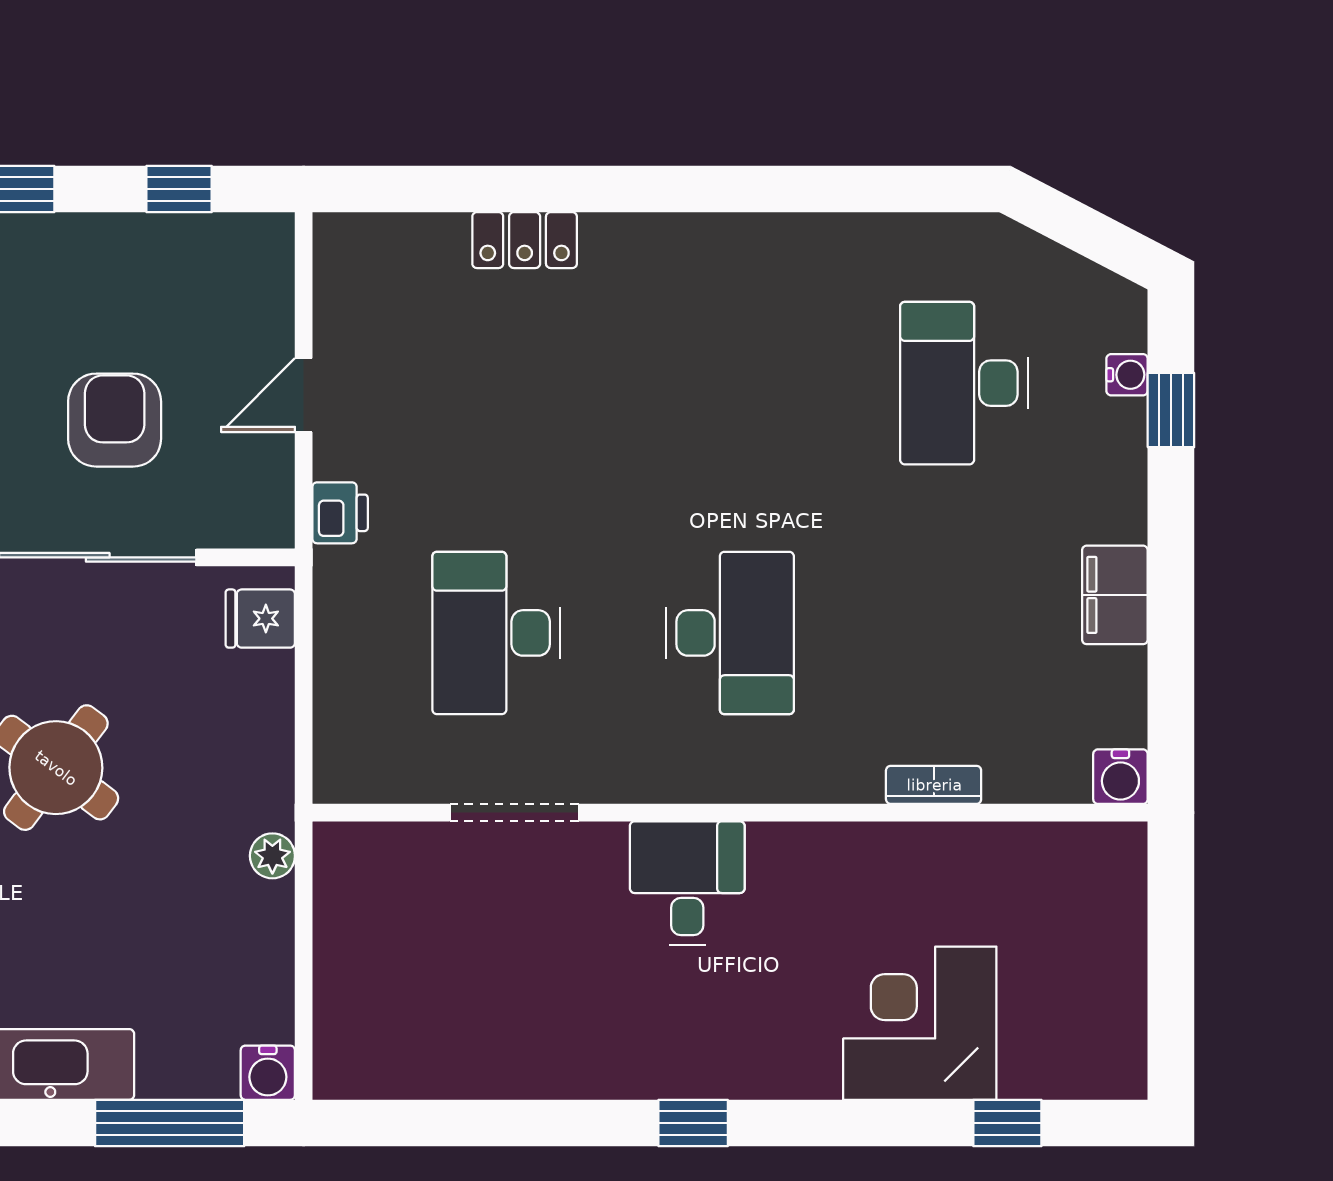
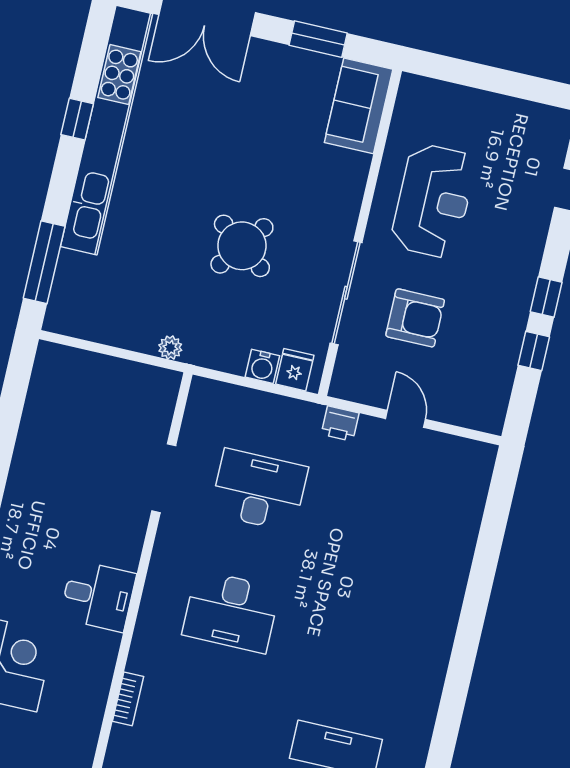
window: (179, 189) -> (534, 351), moved
locker: (525, 240) -> (459, 552), removed
desk: (687, 883) -> (98, 596), moved
water cooler: (268, 1073) -> (262, 366), moved, turned -90

